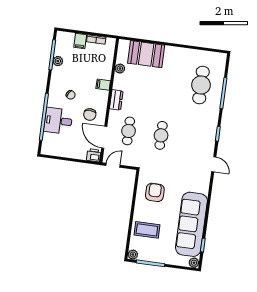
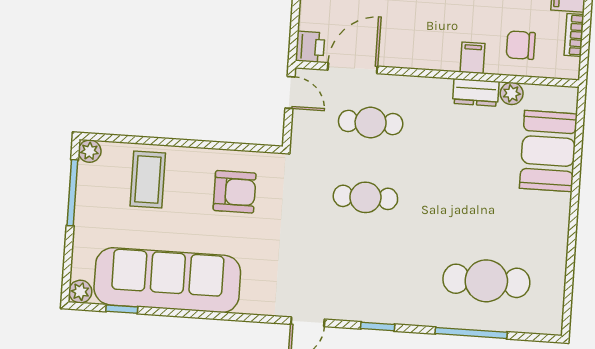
dresser: (116, 100) -> (476, 92), moved
chair: (90, 115) -> (521, 45), moved

